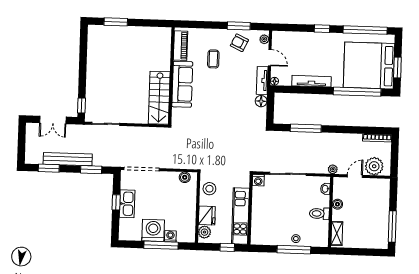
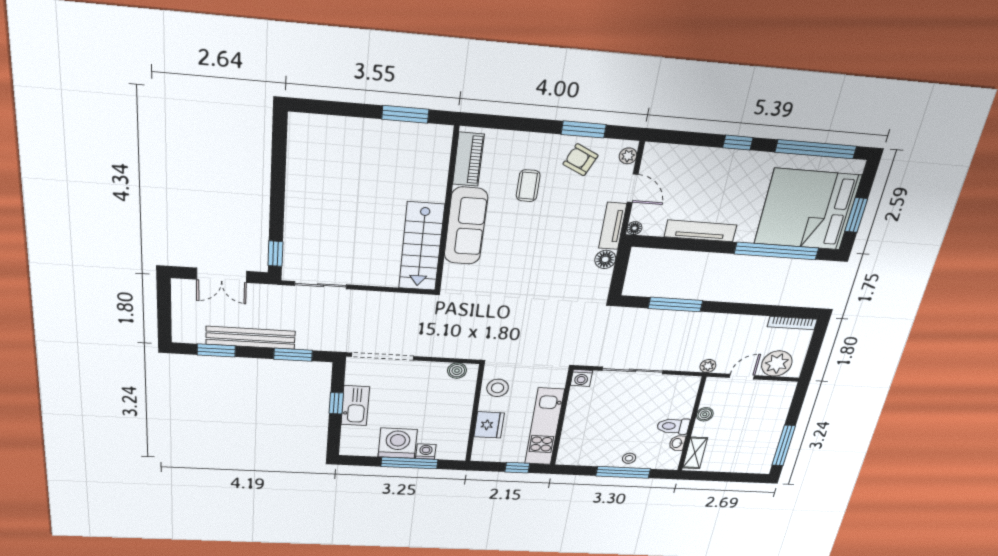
window: (116, 22) -> (405, 114), moved
washbasin: (325, 189) -> (677, 443), moved
plant: (204, 232) -> (483, 447), removed

